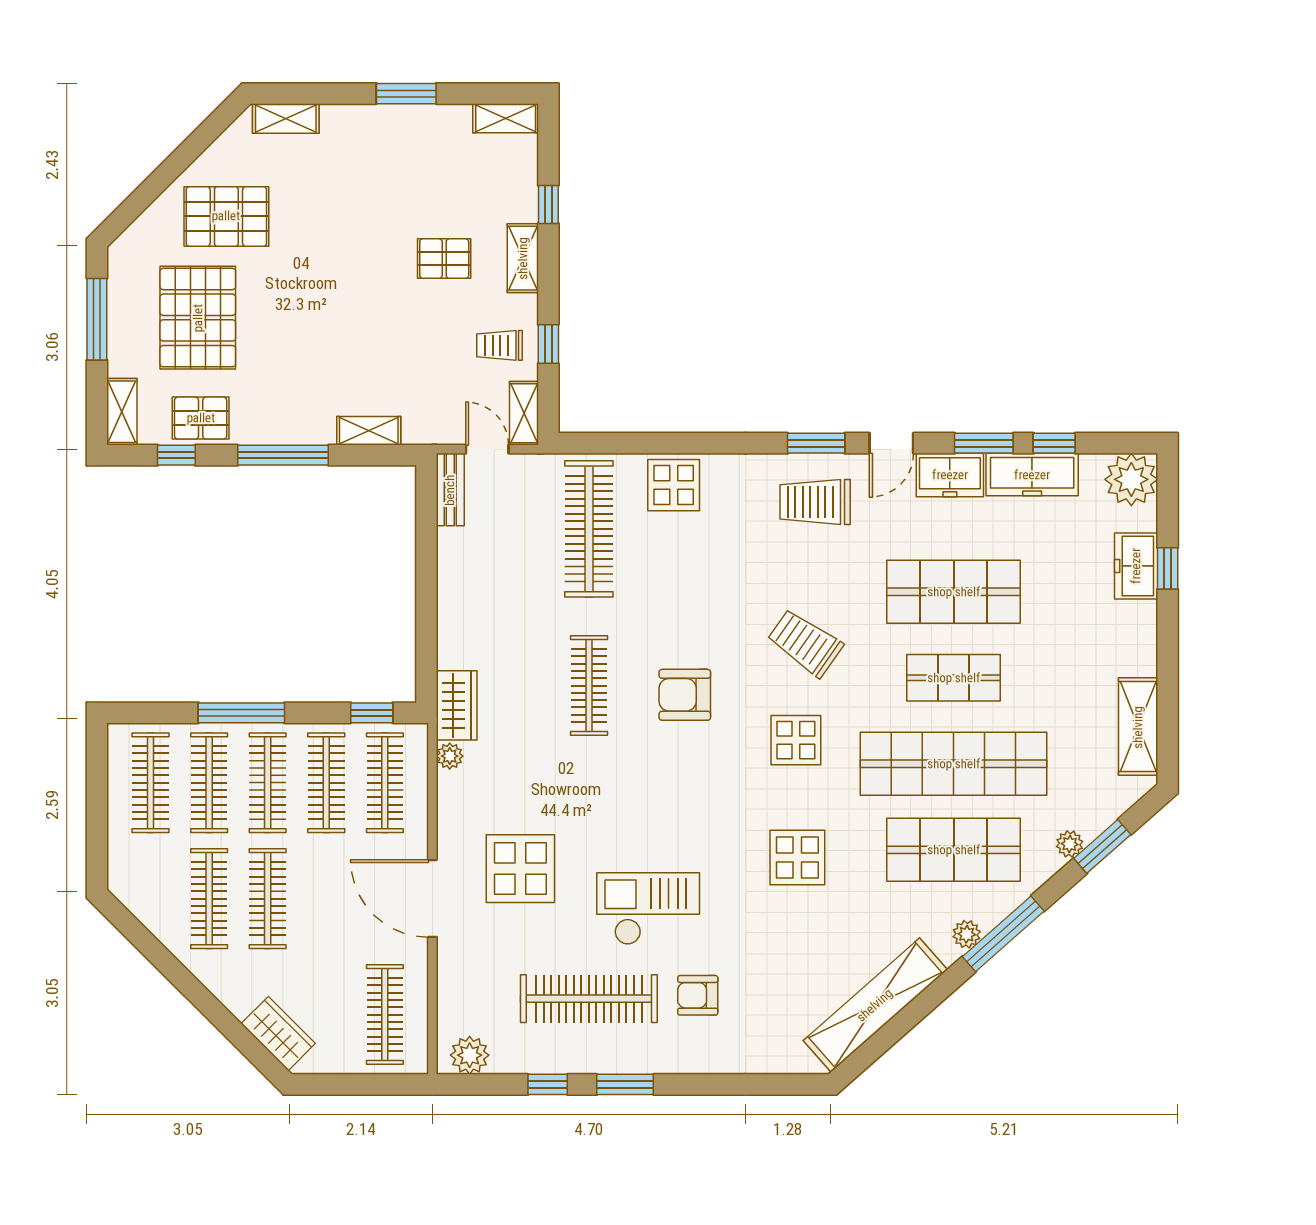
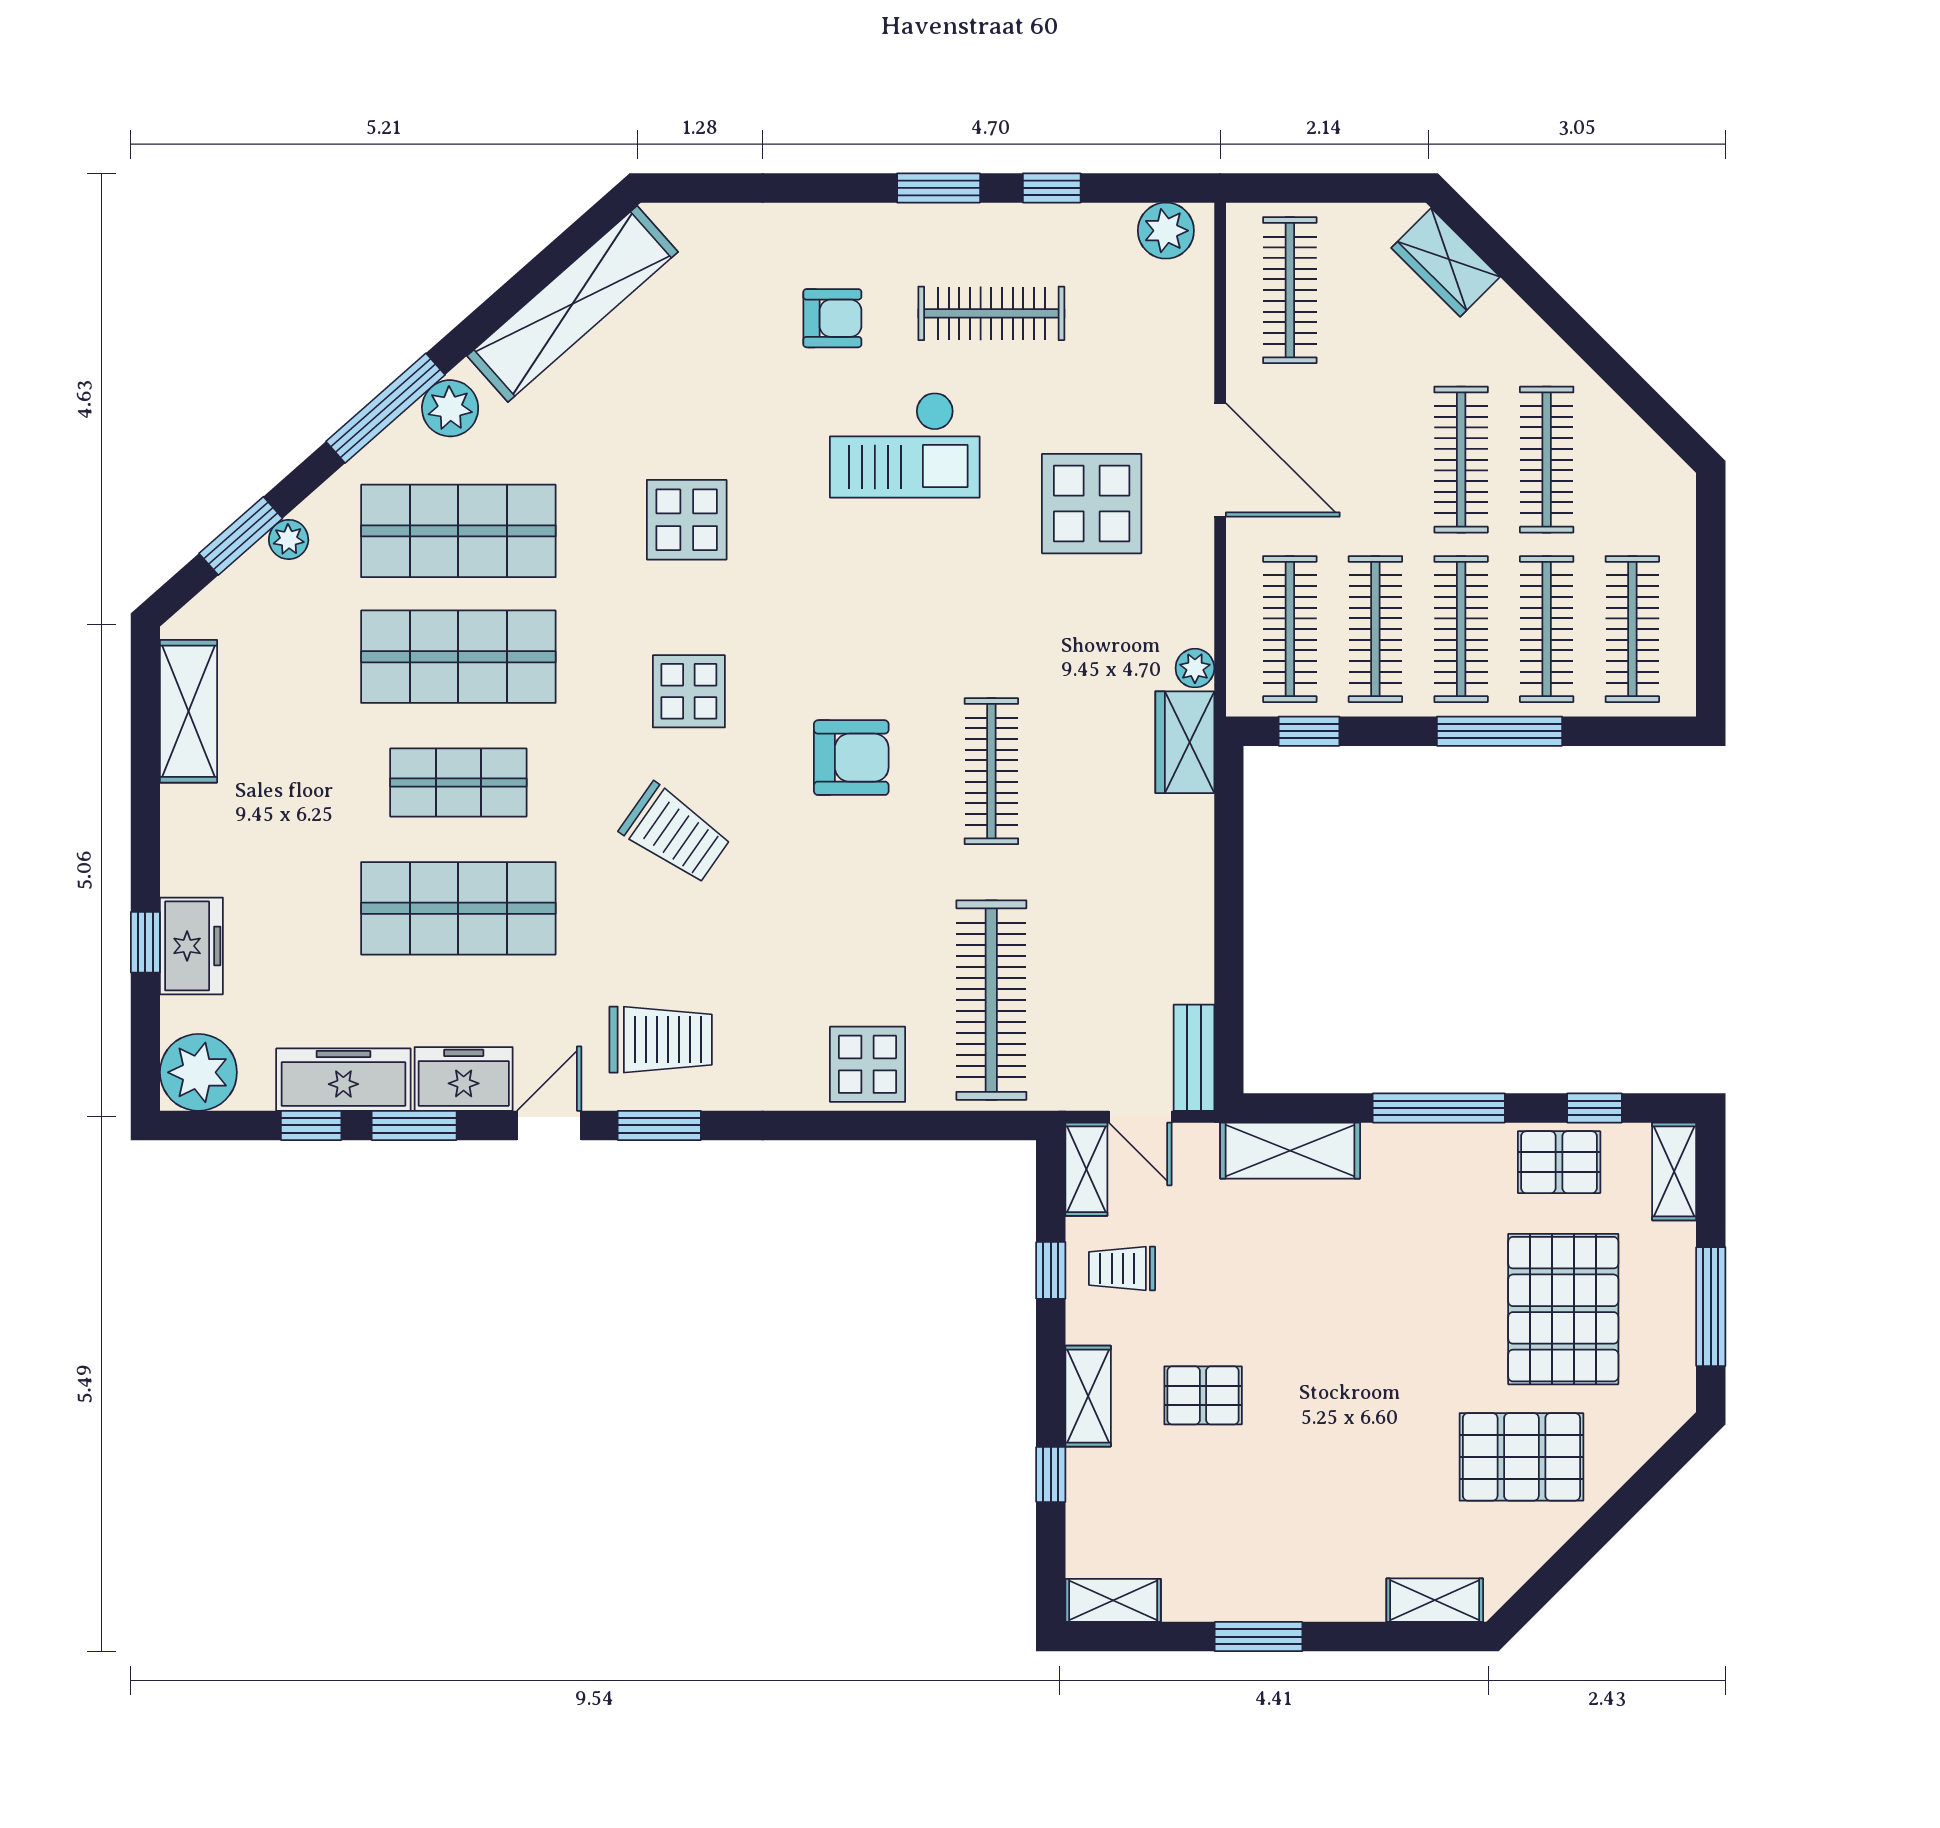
trolley: (500, 345) -> (1122, 1268), turned 180
shelving: (369, 431) -> (1290, 1151), width x1.50, depth x1.33
shop shelf: (954, 764) -> (458, 657), width x0.71
plant: (967, 934) -> (450, 408), width x1.38, depth x1.38
clothes rail: (589, 999) -> (991, 313), width x0.73, depth x0.76

